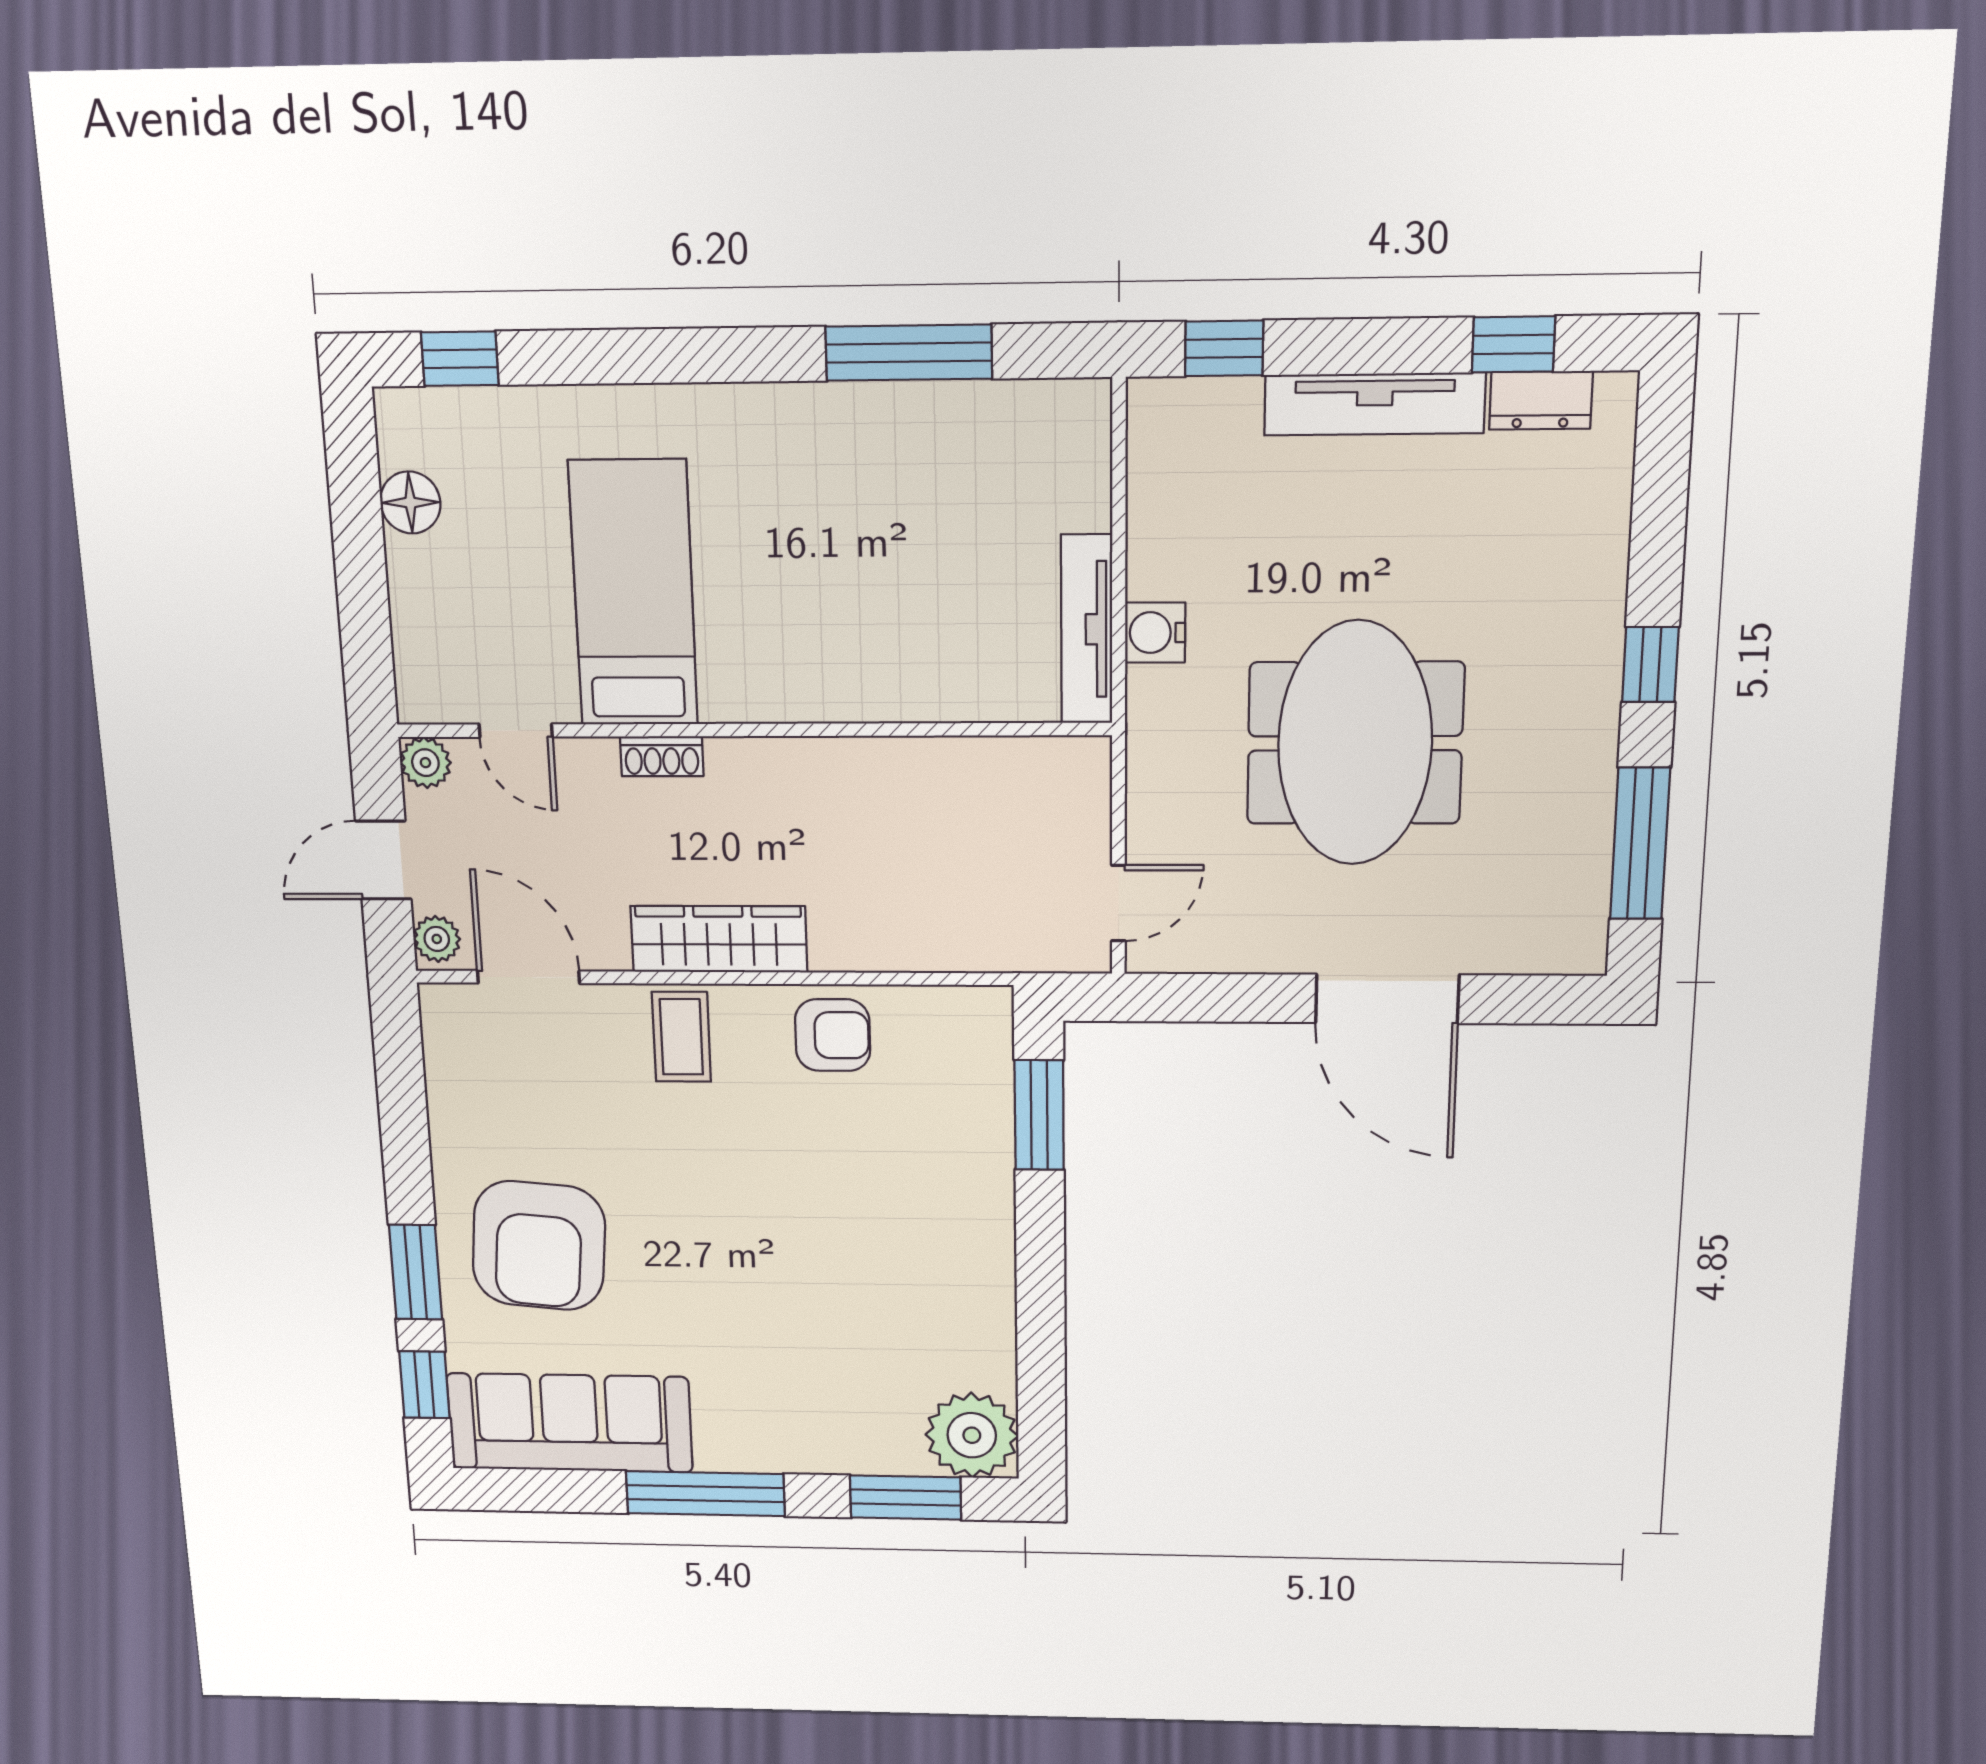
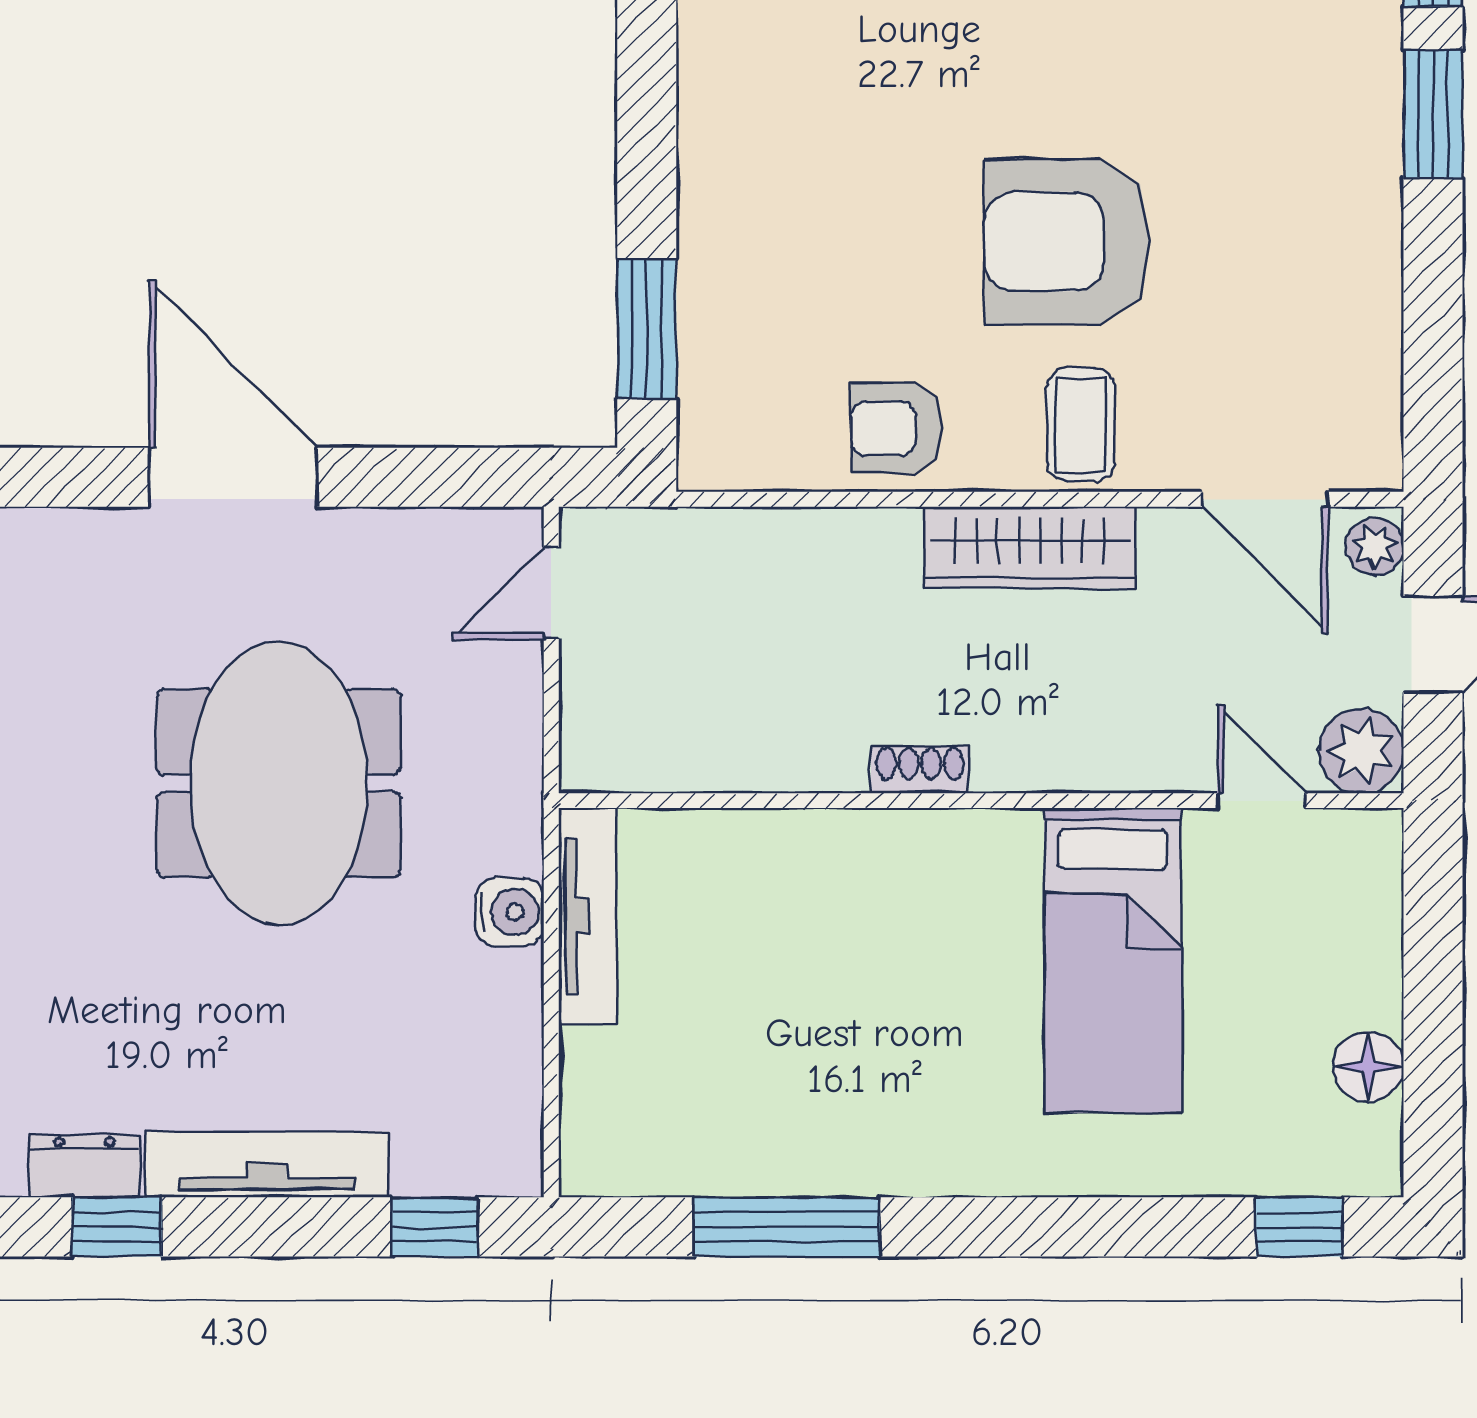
shoe rack: (662, 756) -> (920, 770), moved
plant: (425, 763) -> (1361, 751), width x1.38, depth x1.38
armchair: (539, 1246) -> (1067, 241), moved, turned -95

